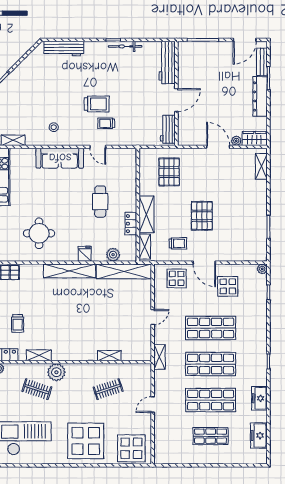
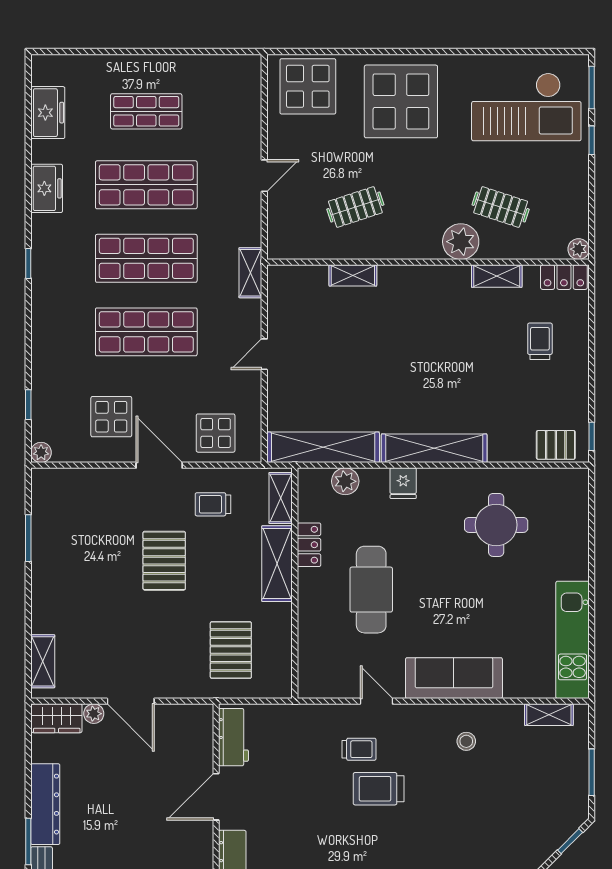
cafe table: (100, 202) -> (371, 590), width x1.37, depth x1.35

